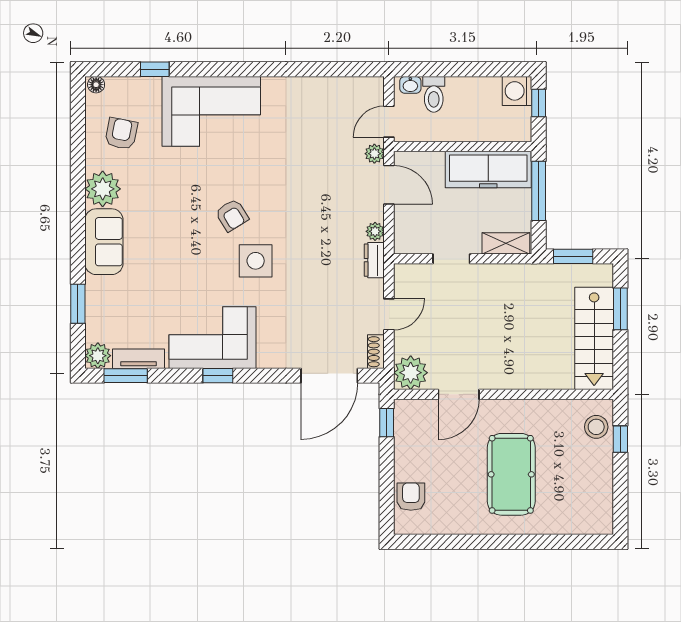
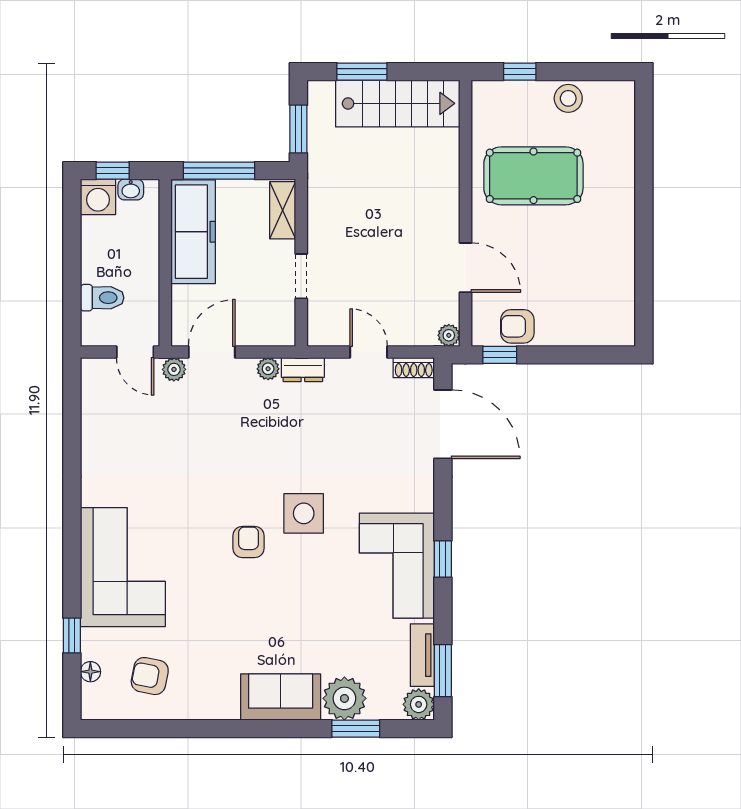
floor lamp: (96, 85) -> (90, 672), moved
washbasin: (410, 85) -> (131, 190), moved, turned 90
plant: (103, 189) -> (344, 698), moved
armchair: (232, 215) -> (248, 542), turned -58
plant: (411, 373) -> (449, 335), width x0.53, depth x0.53
stool: (596, 427) -> (568, 98), moved
pool table: (511, 474) -> (533, 176), moved
armchair: (411, 497) -> (517, 326), moved

